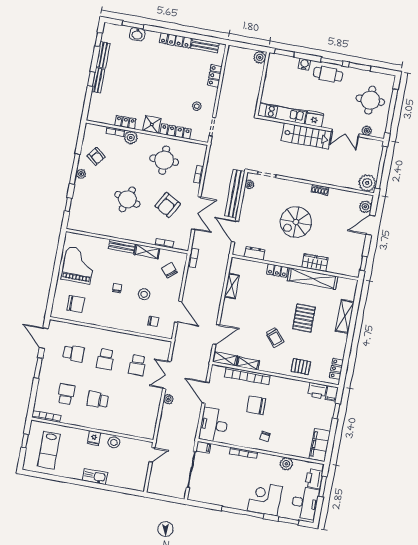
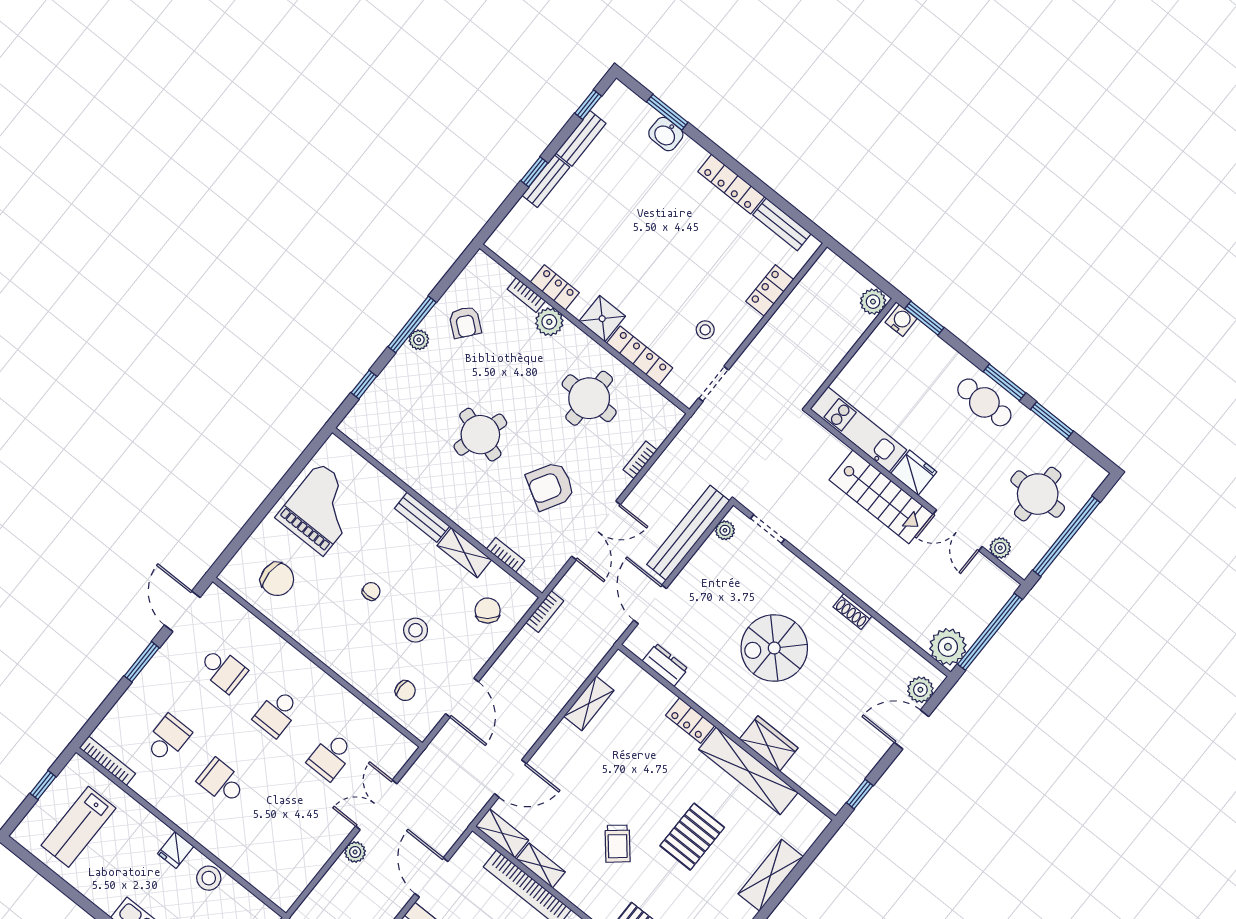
water cooler: (304, 64) -> (901, 320), moved

